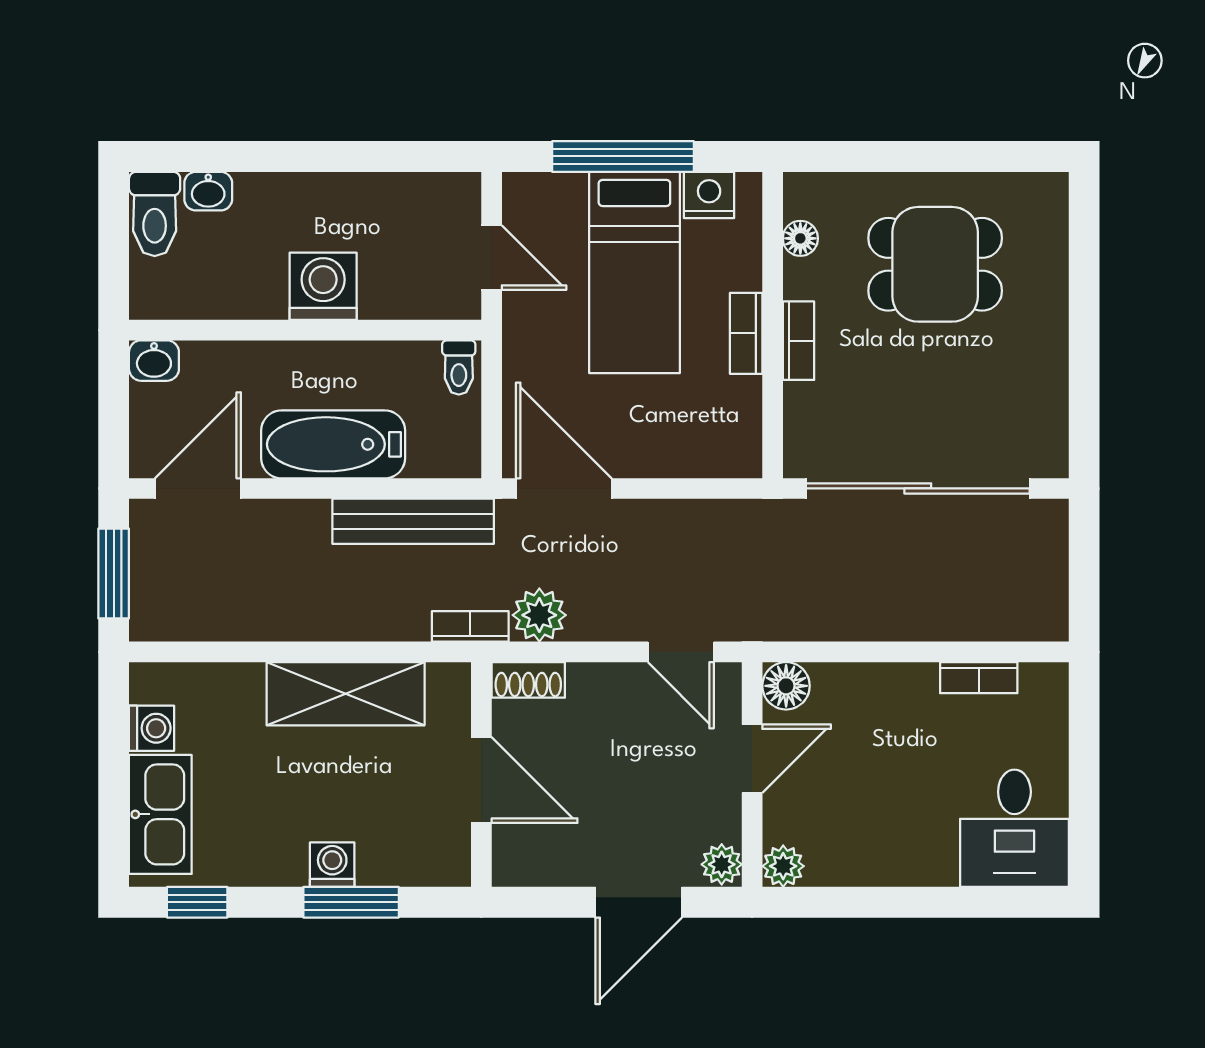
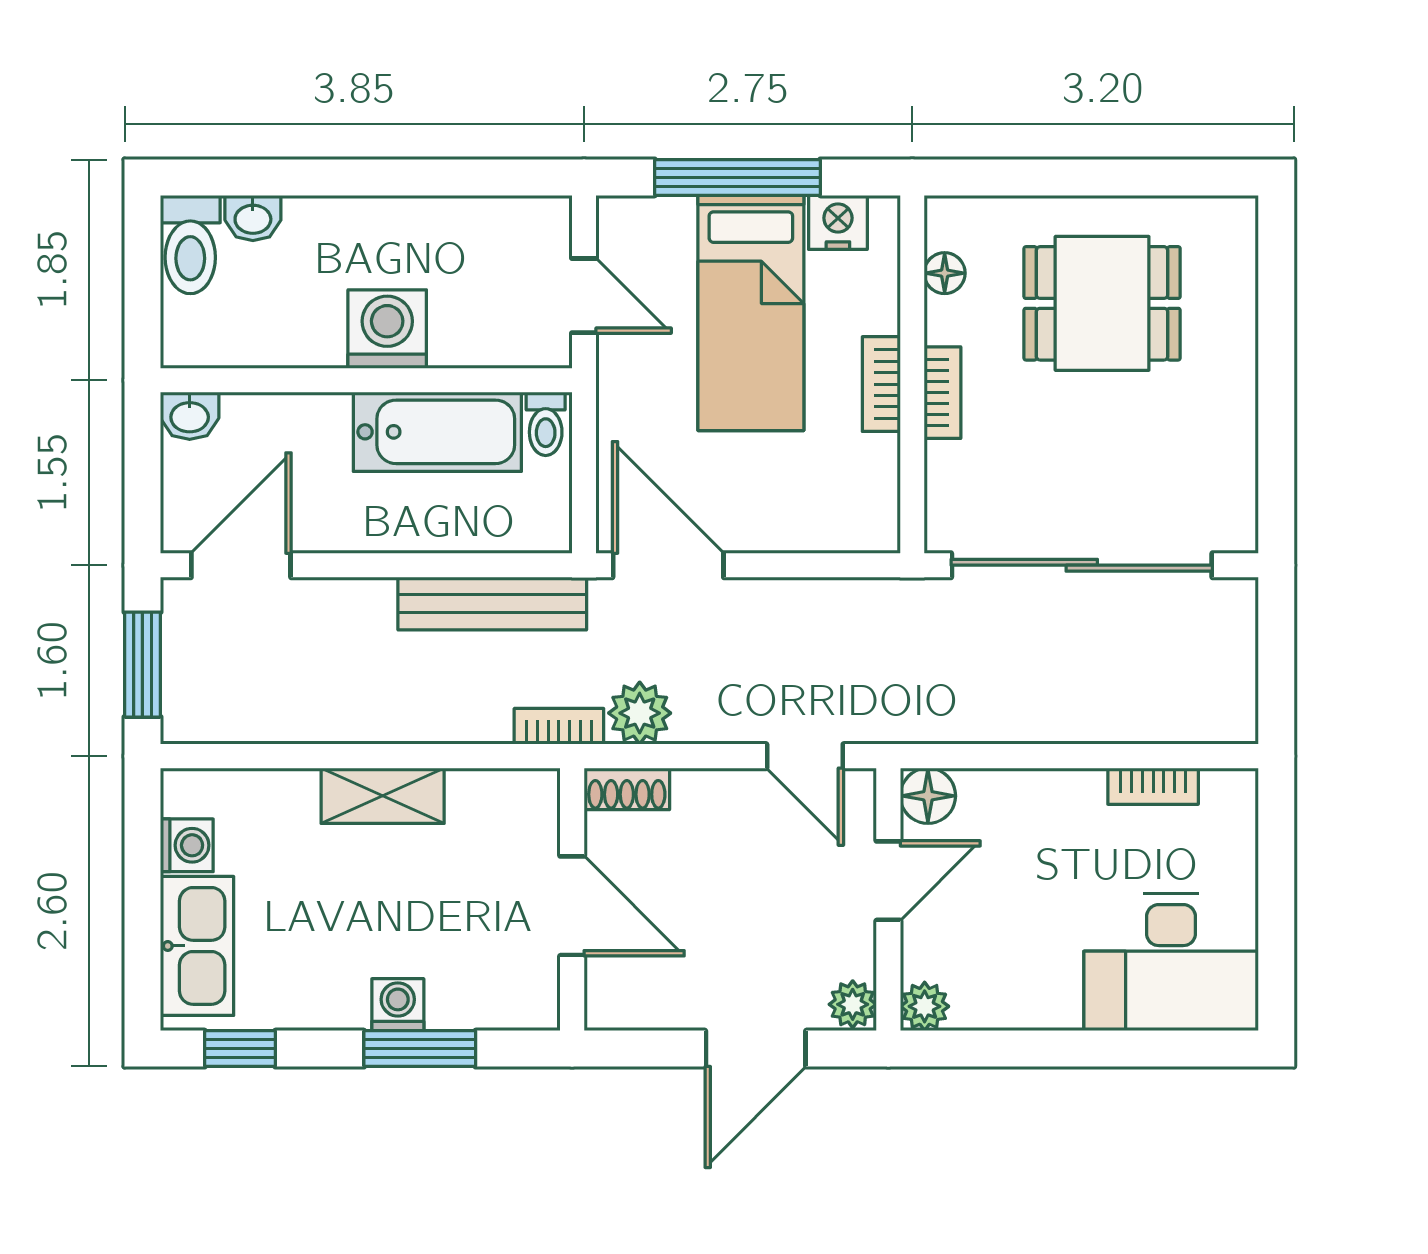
bathtub: (333, 444) -> (437, 432), moved, turned 180
shelving: (346, 694) -> (383, 796), width x0.67, depth x0.75
desk: (1014, 828) -> (1171, 962), width x1.37

